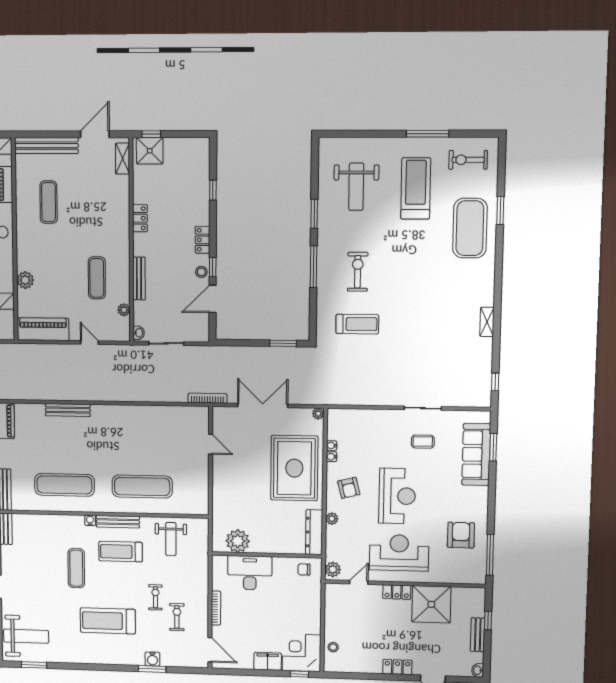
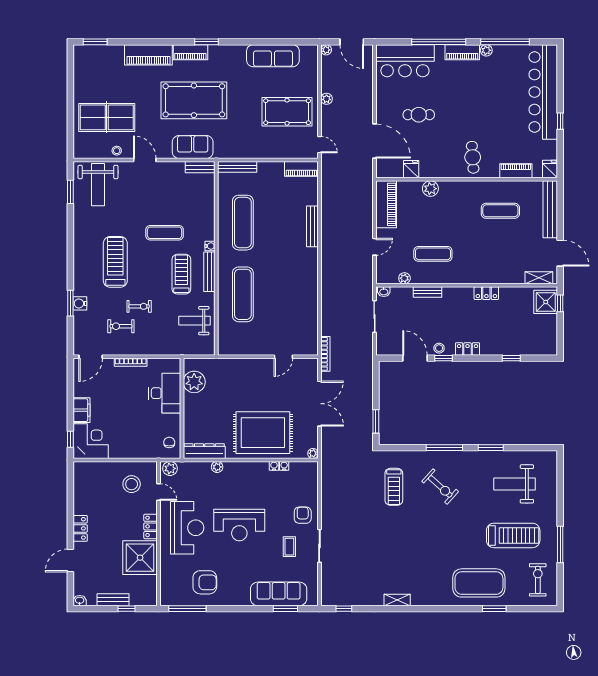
exercise bike: (358, 272) -> (440, 486), turned 42
bench: (139, 278) -> (428, 292), width x0.73
armchair: (349, 488) -> (303, 515), moved, turned 104
exercise bike: (177, 617) -> (121, 326), turned 180
stool: (333, 647) -> (132, 484), moved, width x1.89, depth x1.89

